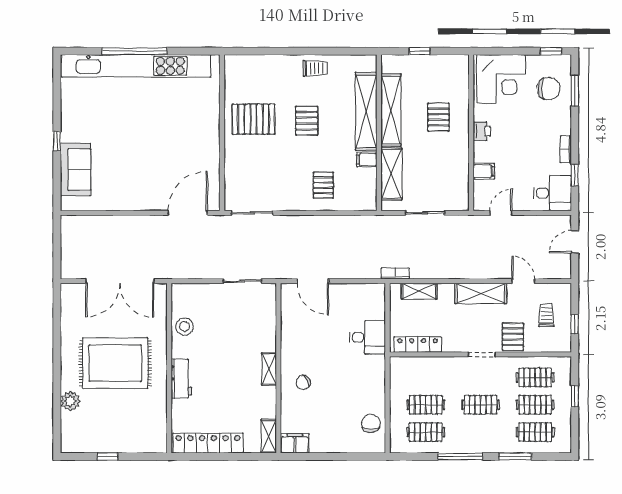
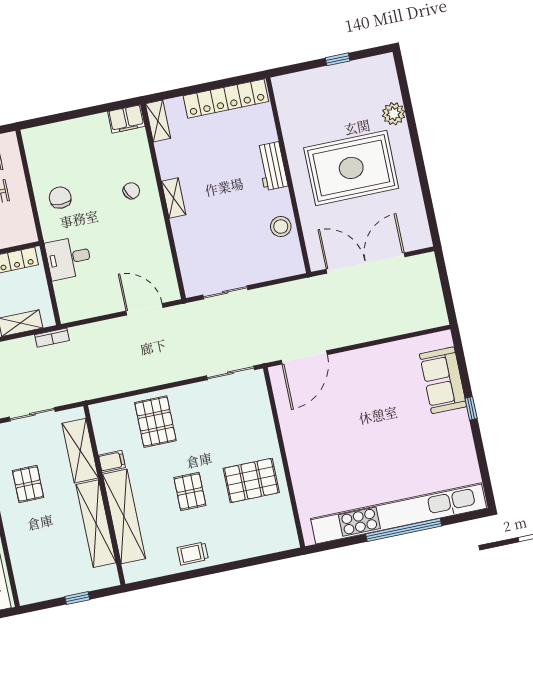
pallet: (438, 117) -> (28, 484), moved
pallet: (323, 185) -> (155, 422), width x1.50, depth x1.42
chair: (371, 423) -> (60, 198), moved, turned 180

